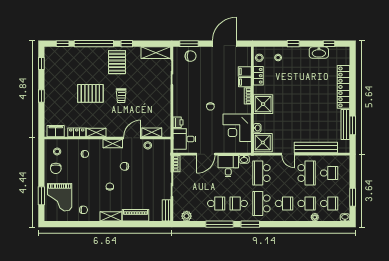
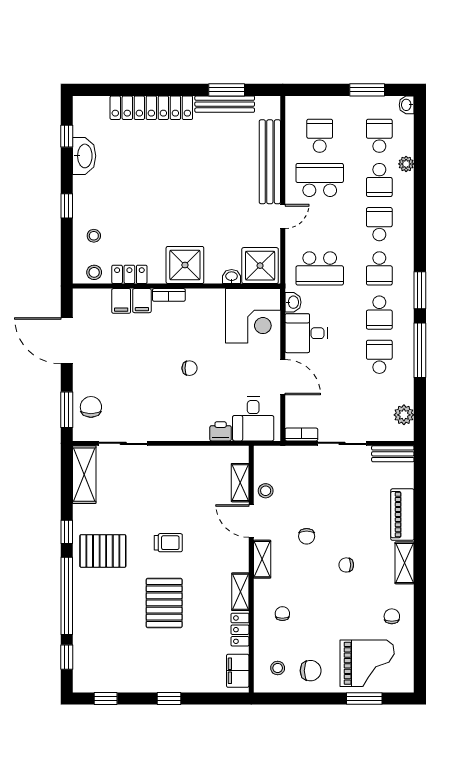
corner desk: (237, 128) -> (253, 316), moved
school desk: (261, 203) -> (379, 268), width x0.54
school desk: (307, 203) -> (379, 180), turned 180

